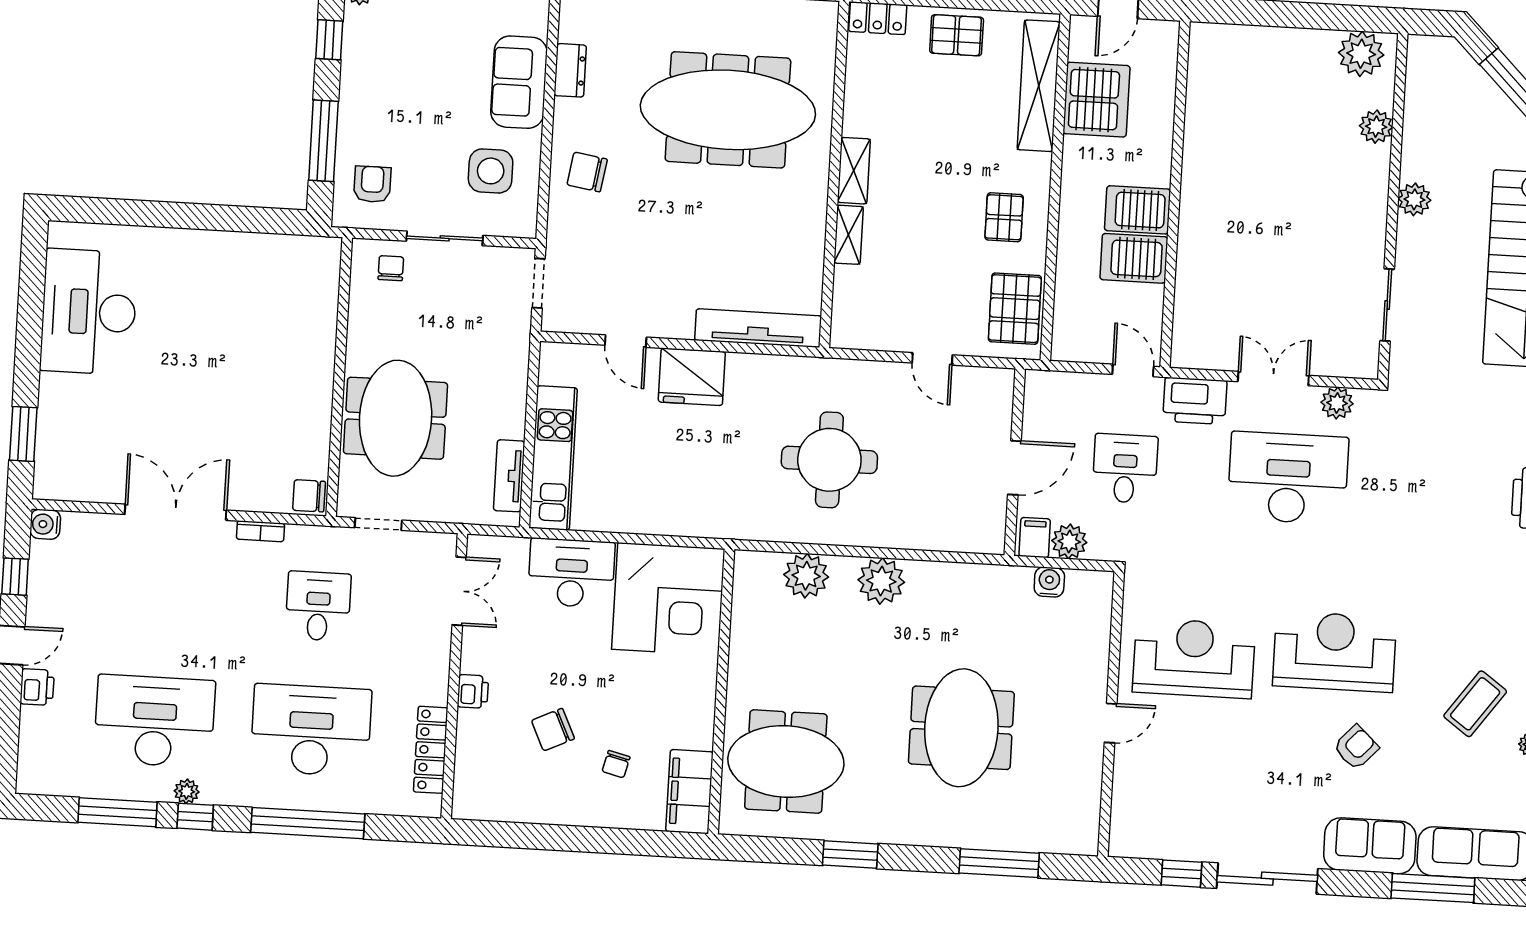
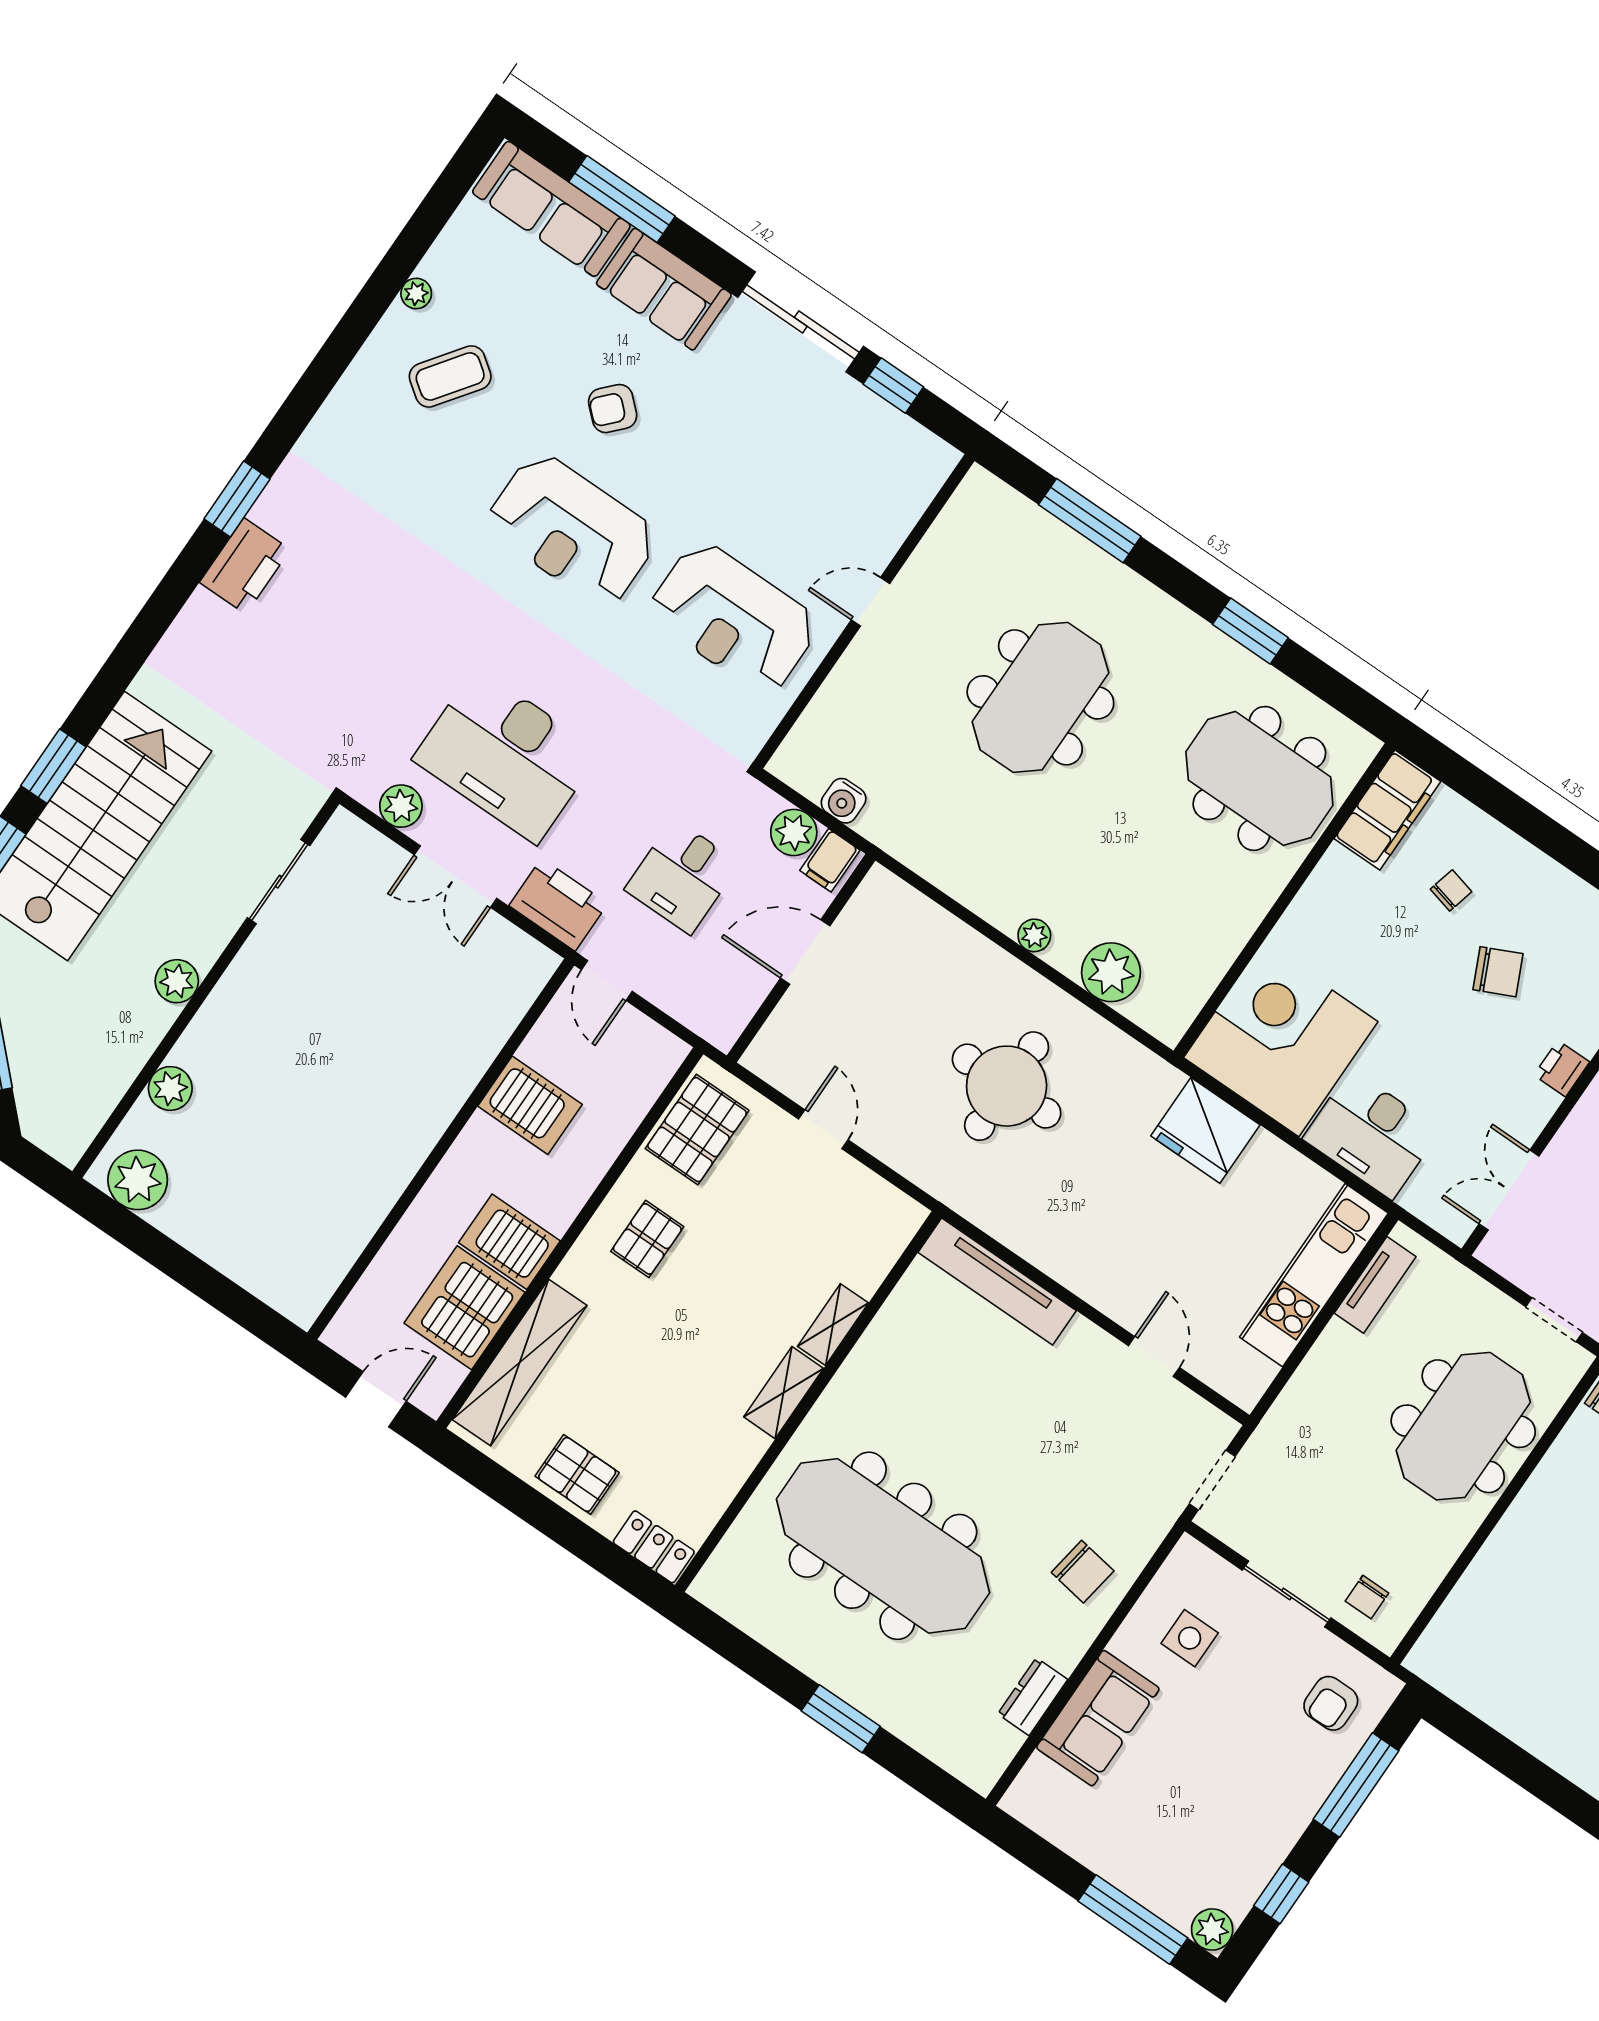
side table: (491, 171) -> (1190, 1638), width x0.73, depth x0.73
server rack: (1138, 210) -> (509, 1242), moved, turned 180
fridge: (692, 377) -> (1205, 1130), moved, turned 180
plant: (881, 581) -> (1034, 935), width x0.53, depth x0.53

